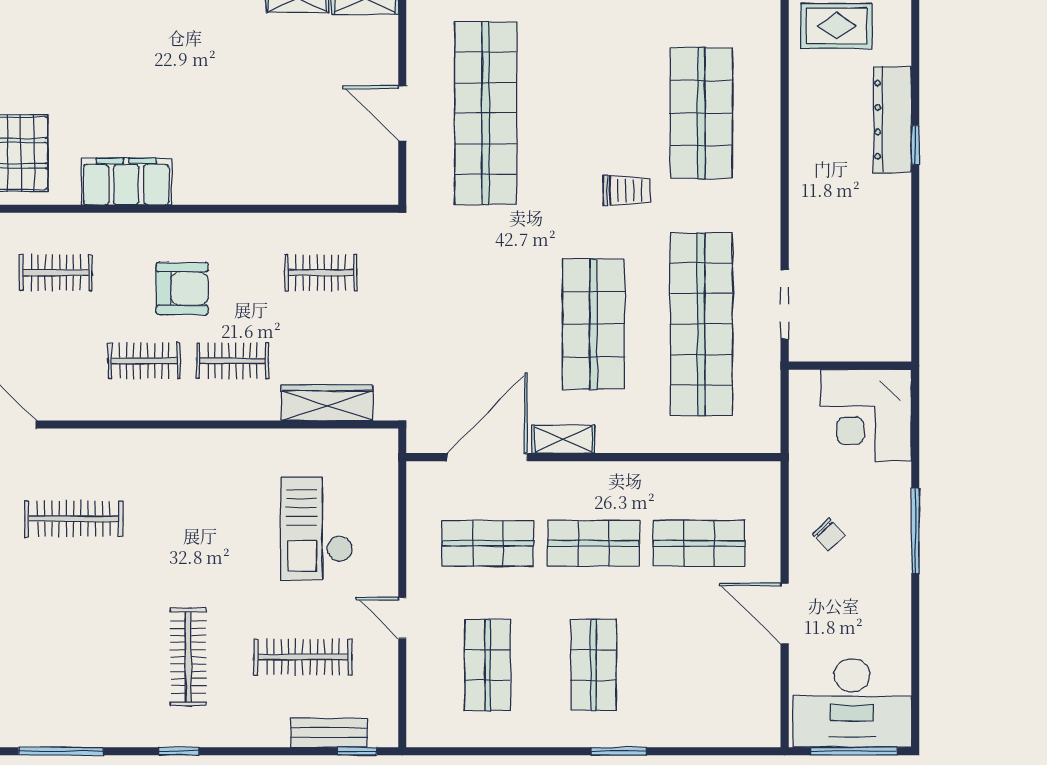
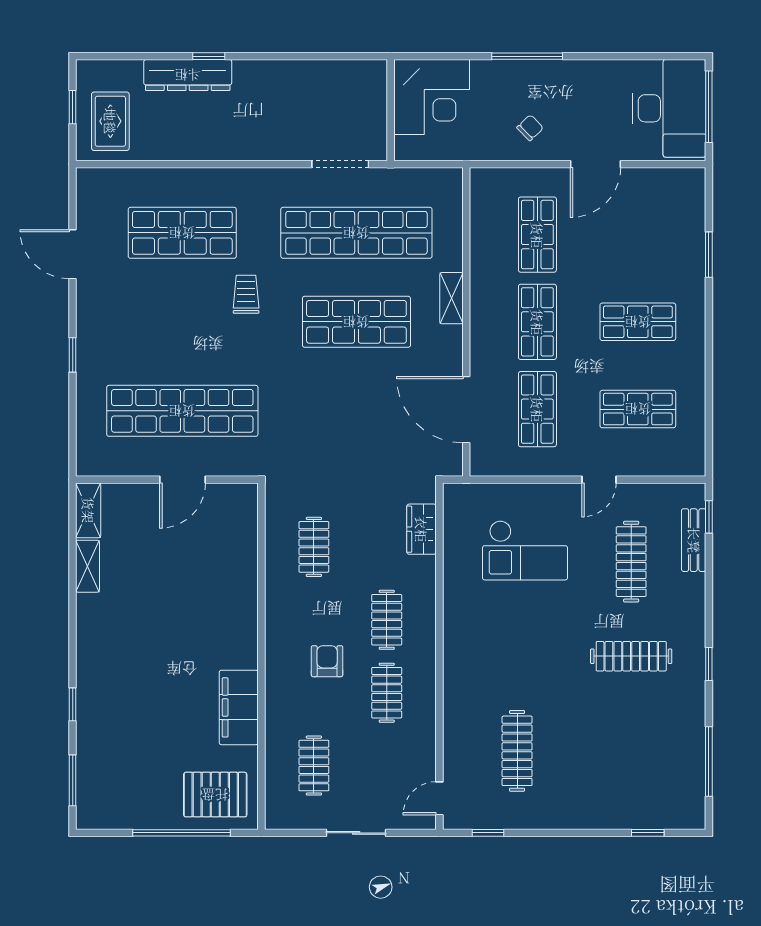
armchair: (182, 289) -> (327, 661), width x0.72, depth x0.72
wardrobe: (327, 403) -> (421, 529), width x0.67
shelving: (563, 439) -> (451, 298), moved
window: (619, 751) -> (709, 255), moved

